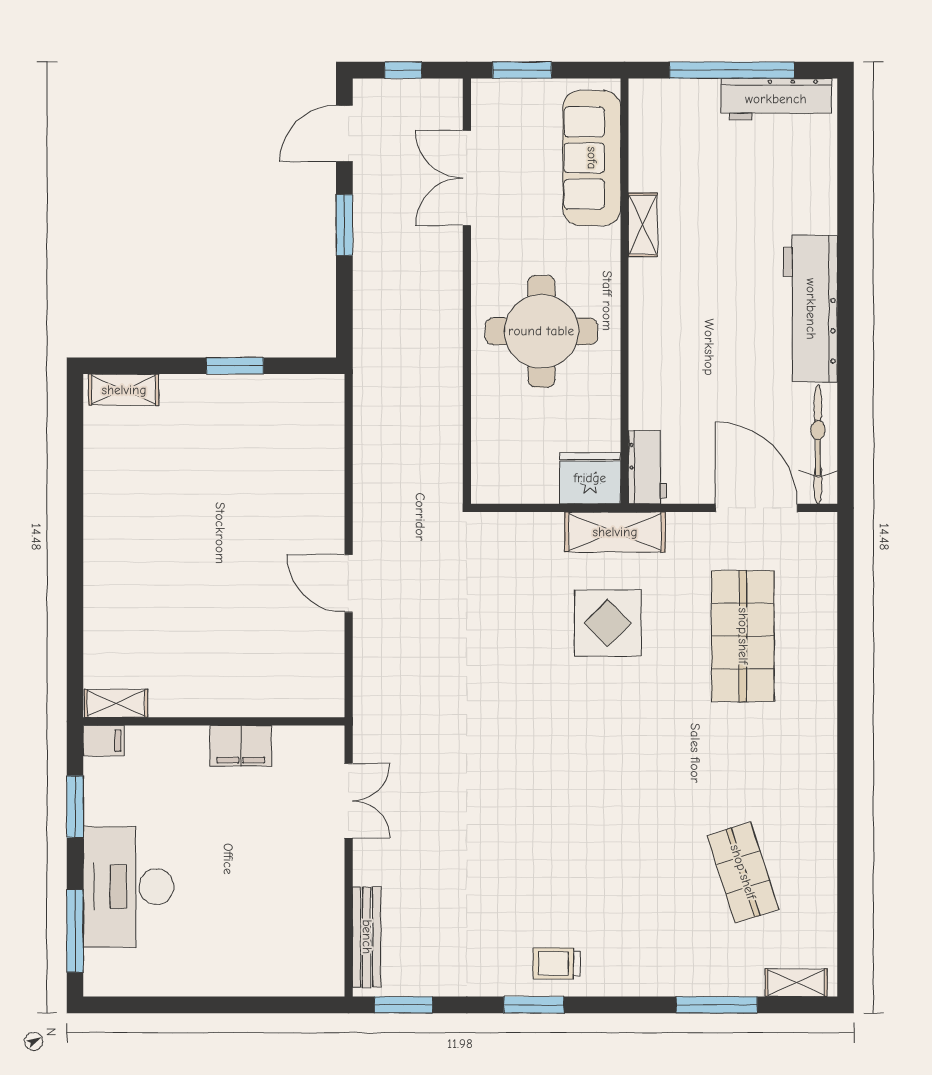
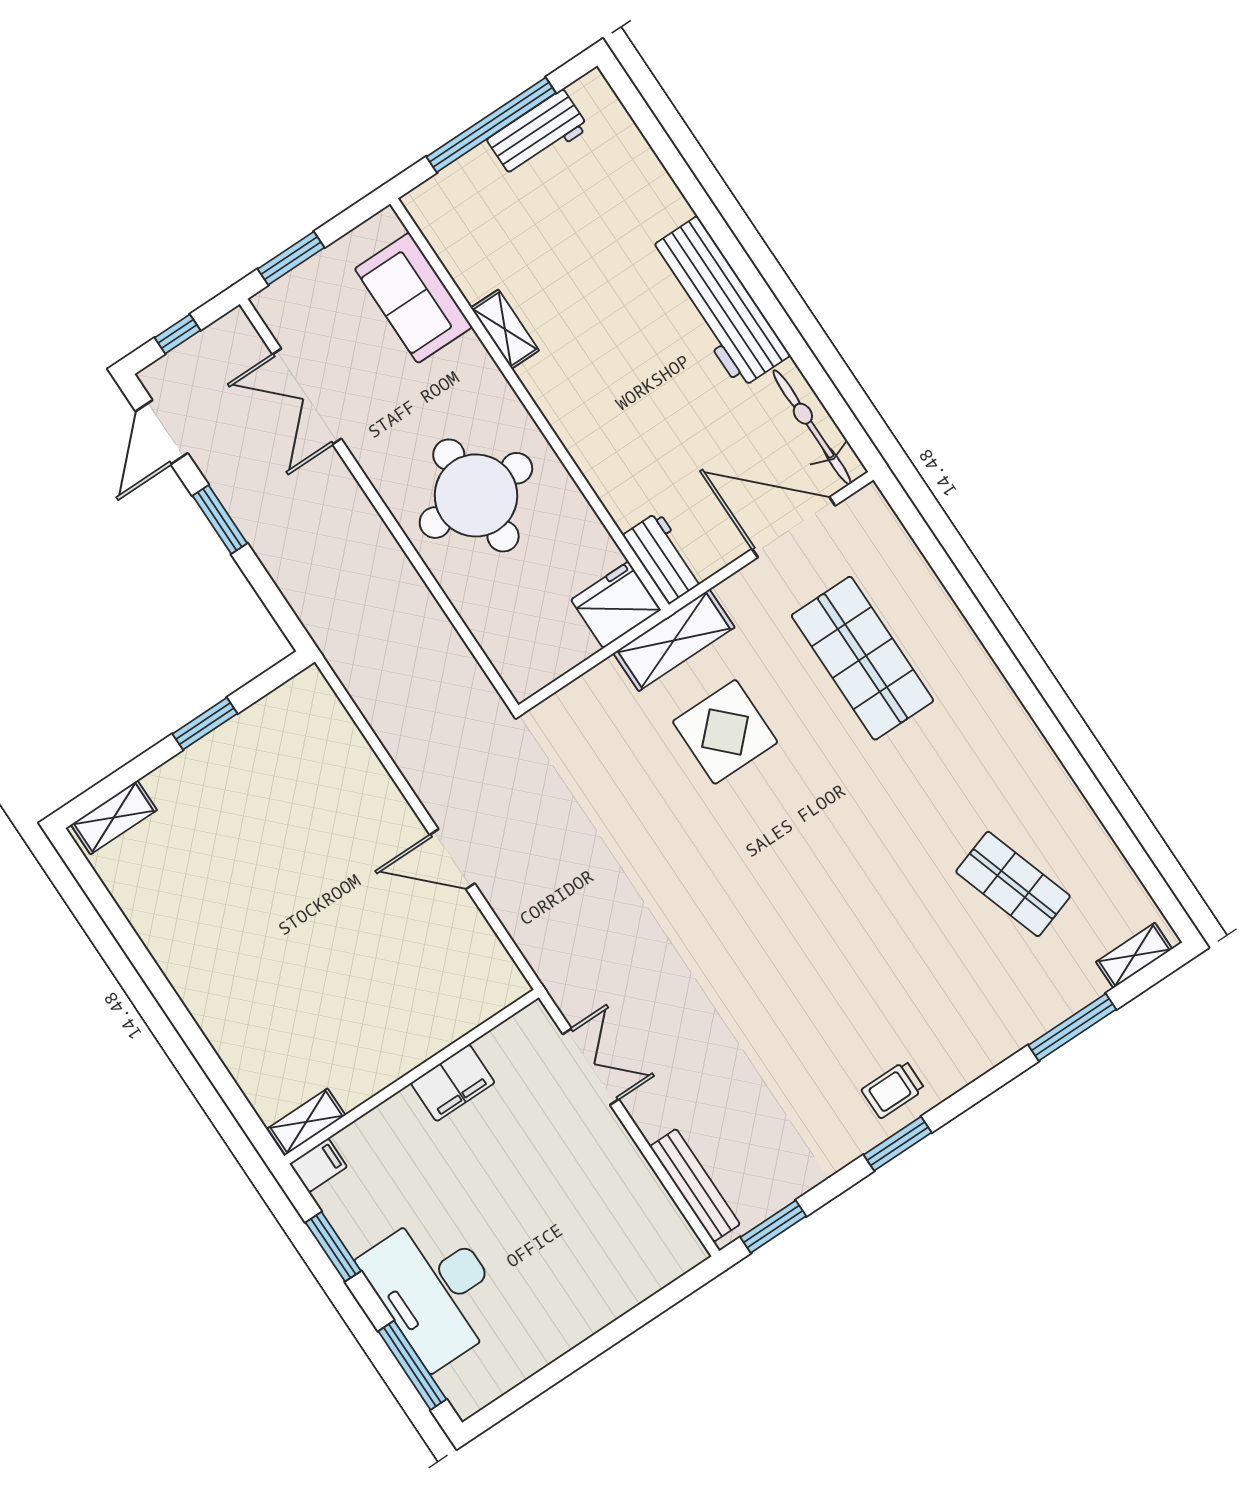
workbench: (776, 99) -> (538, 134), width x0.73
sofa: (592, 158) -> (414, 298), width x0.73

